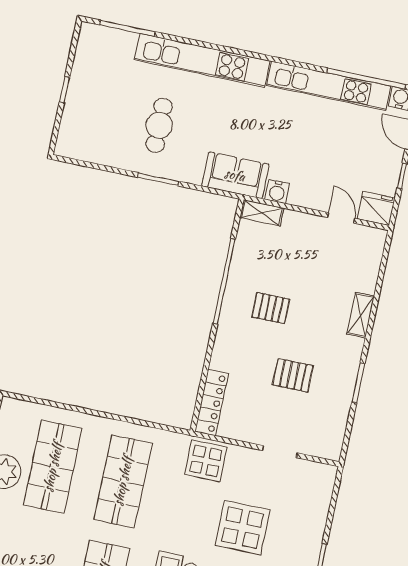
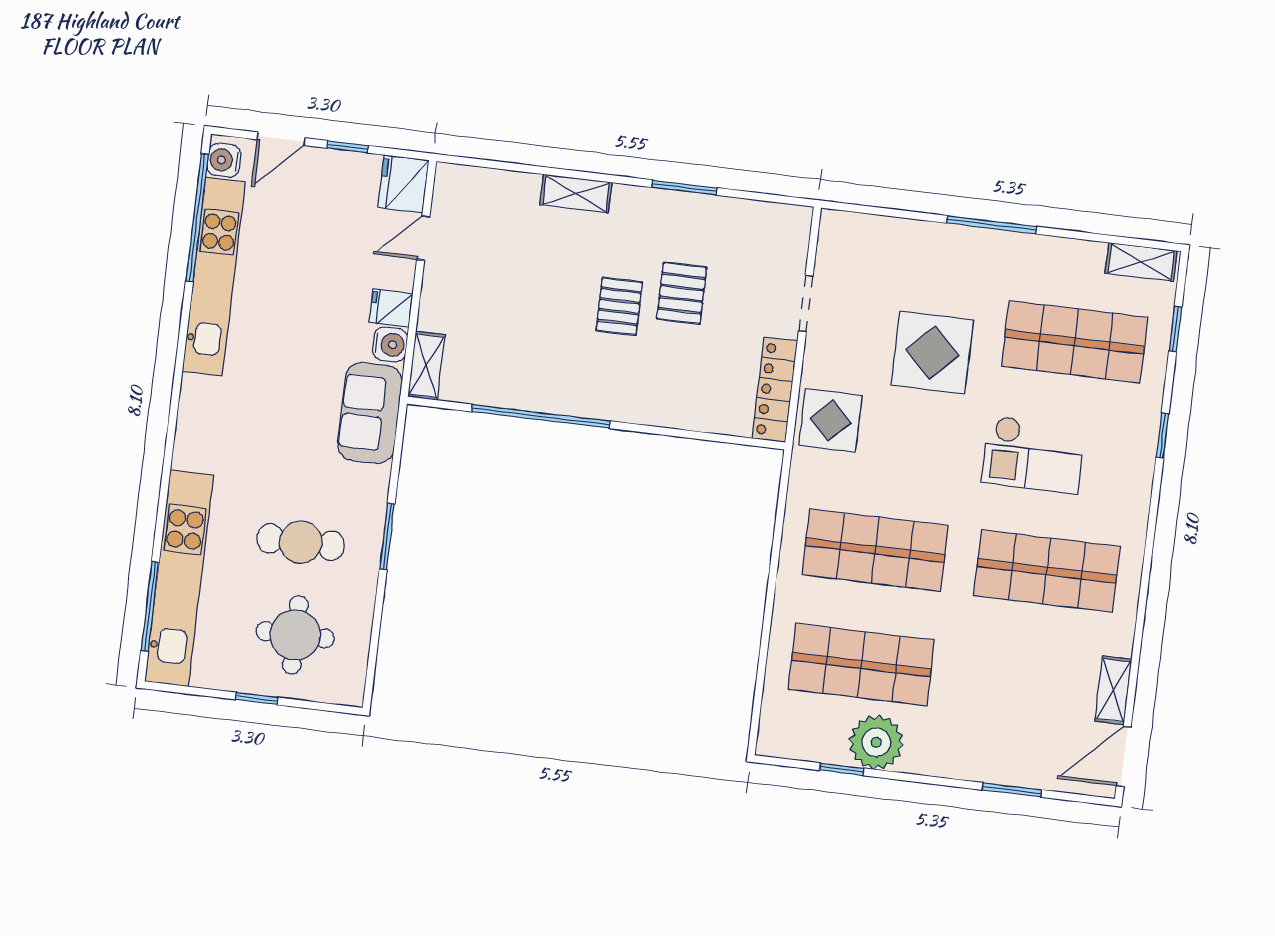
kitchen unit: (202, 60) -> (179, 578), moved
round table: (102, 117) -> (295, 635), added
fridge: (300, 194) -> (391, 308), added
pallet: (271, 308) -> (619, 306), moved
locker: (212, 403) -> (775, 390), moved, turned -90

